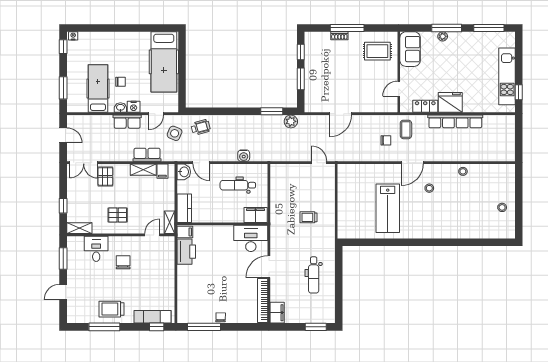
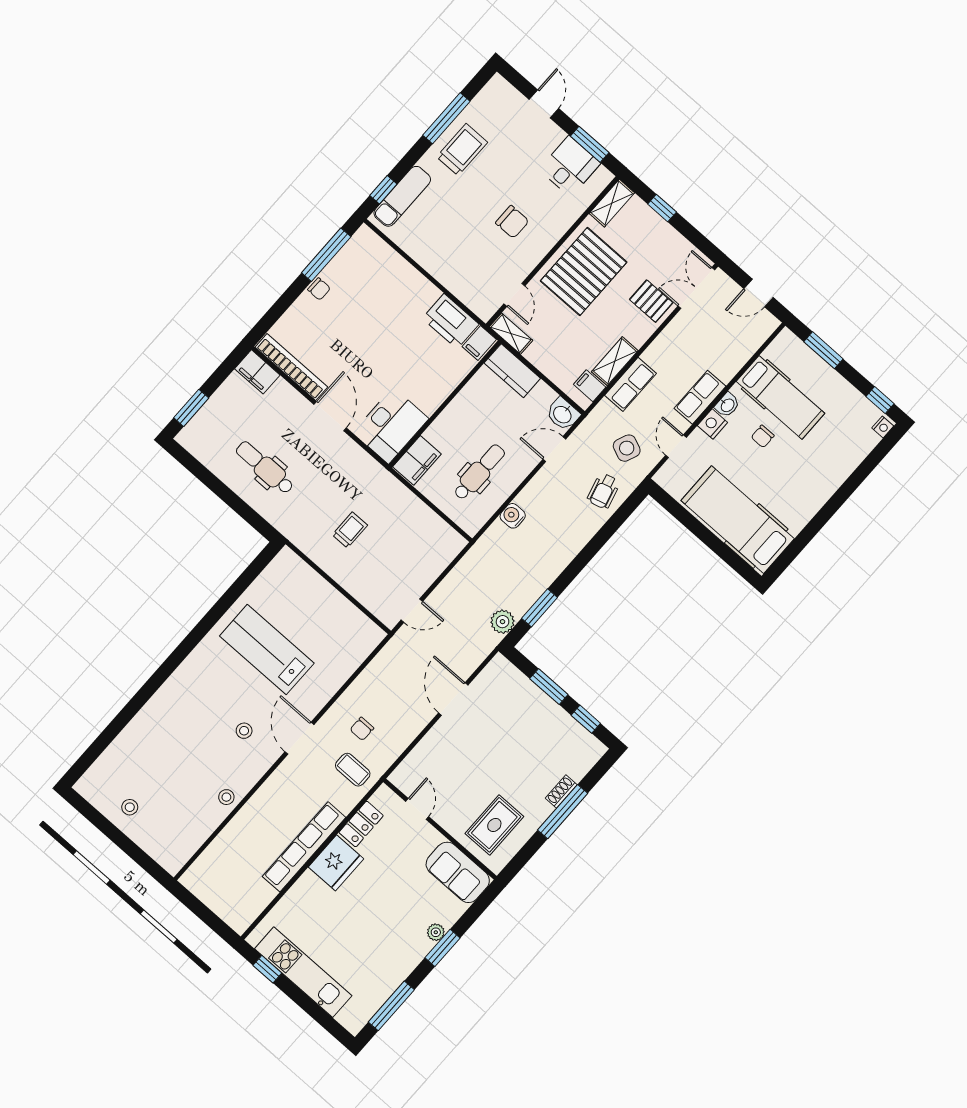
window: (447, 28) -> (442, 948), width x0.69
pallet: (118, 215) -> (584, 272), width x2.05, depth x2.00
desk: (96, 249) -> (570, 166), moved, turned -90

